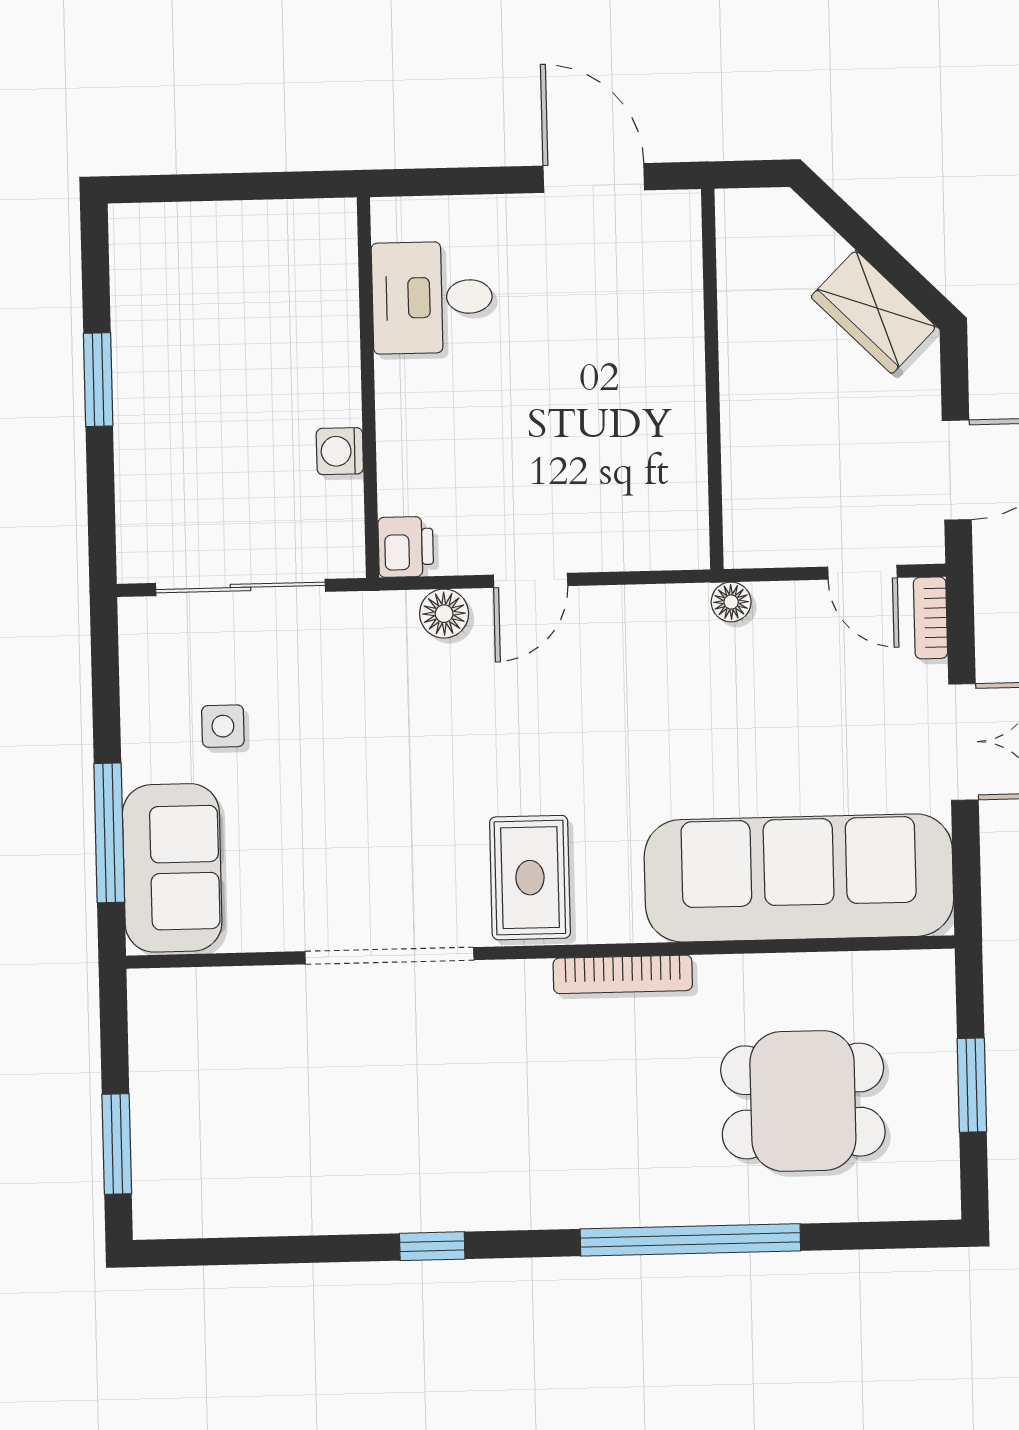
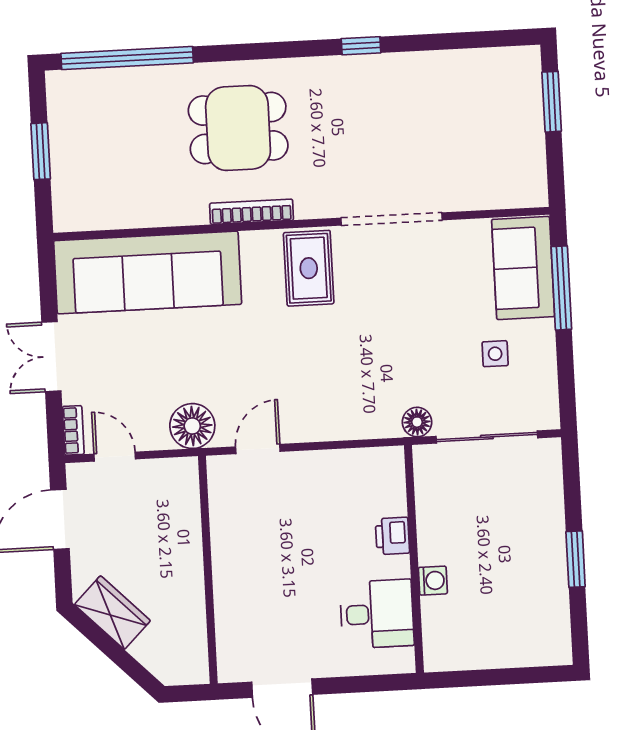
washing machine: (340, 451) -> (433, 581), moved
printer: (406, 547) -> (392, 536), moved
door: (531, 580) -> (258, 449), moved
floor lamp: (731, 602) -> (192, 426), width x1.89, depth x1.89
floor lamp: (444, 614) -> (417, 422), moved
dining table: (803, 1101) -> (238, 128), moved
window: (690, 1240) -> (127, 58), moved

